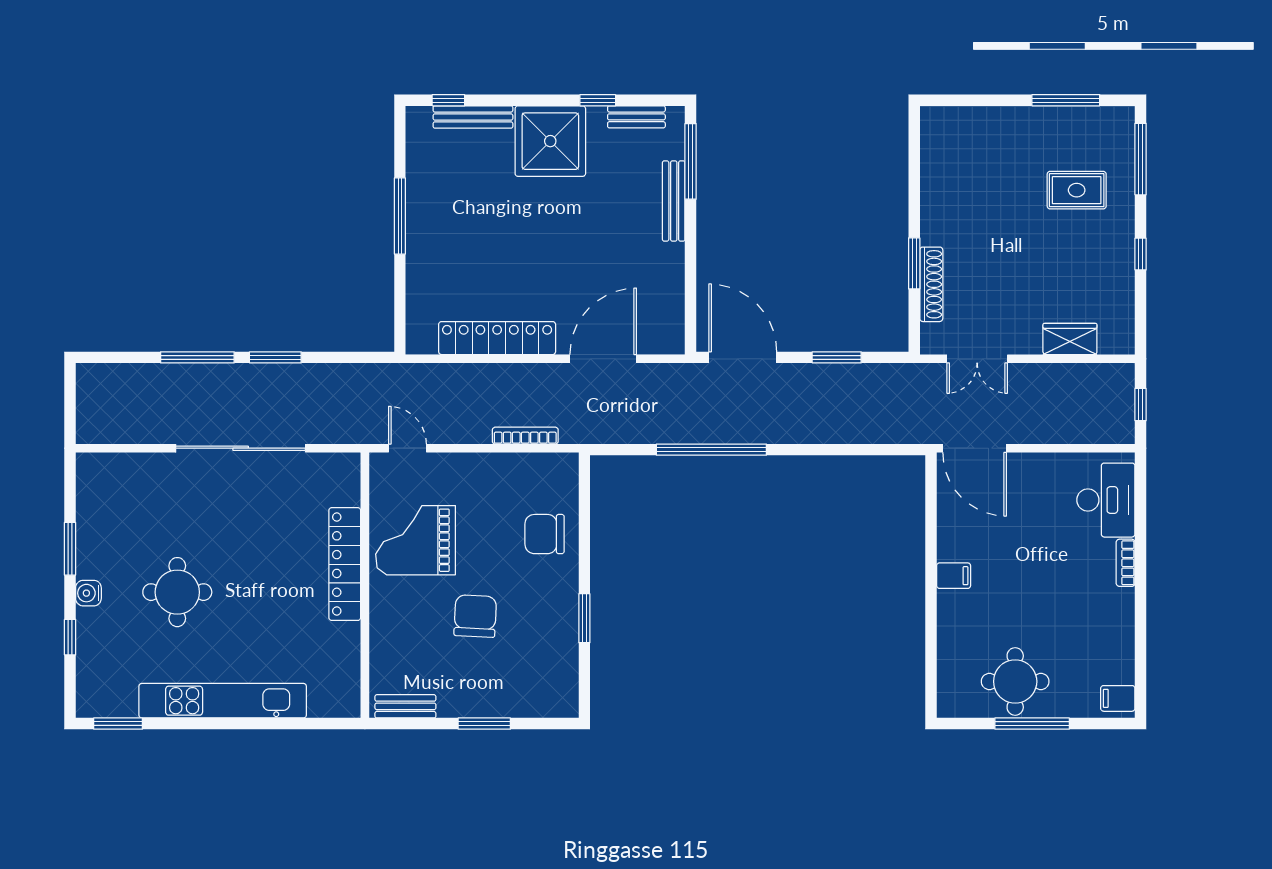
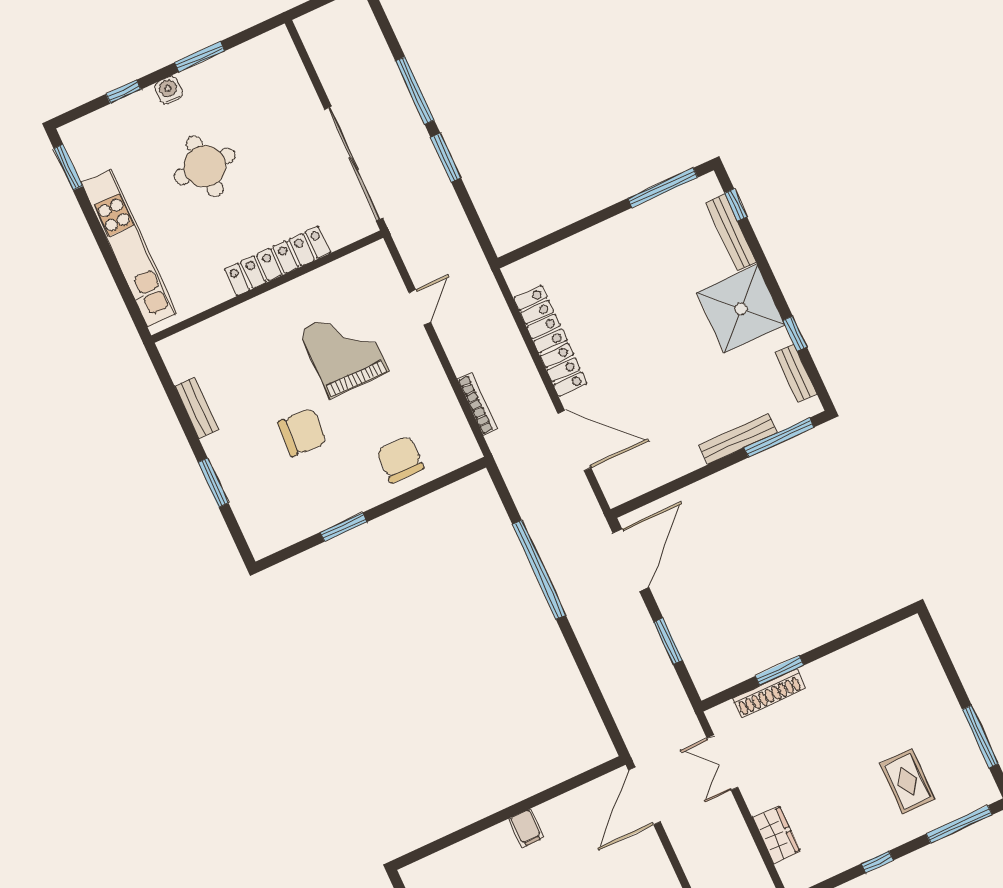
window: (400, 216) -> (663, 188), moved
locker: (345, 564) -> (278, 261), moved
wall: (365, 585) -> (267, 287), moved

